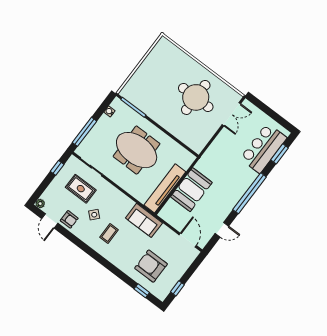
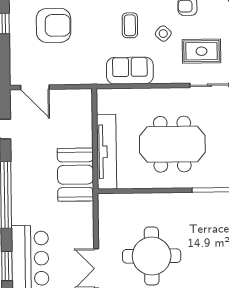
tv unit: (165, 188) -> (107, 152), moved
booth: (191, 190) -> (76, 175), moved
sofa: (144, 220) -> (130, 71), moved

